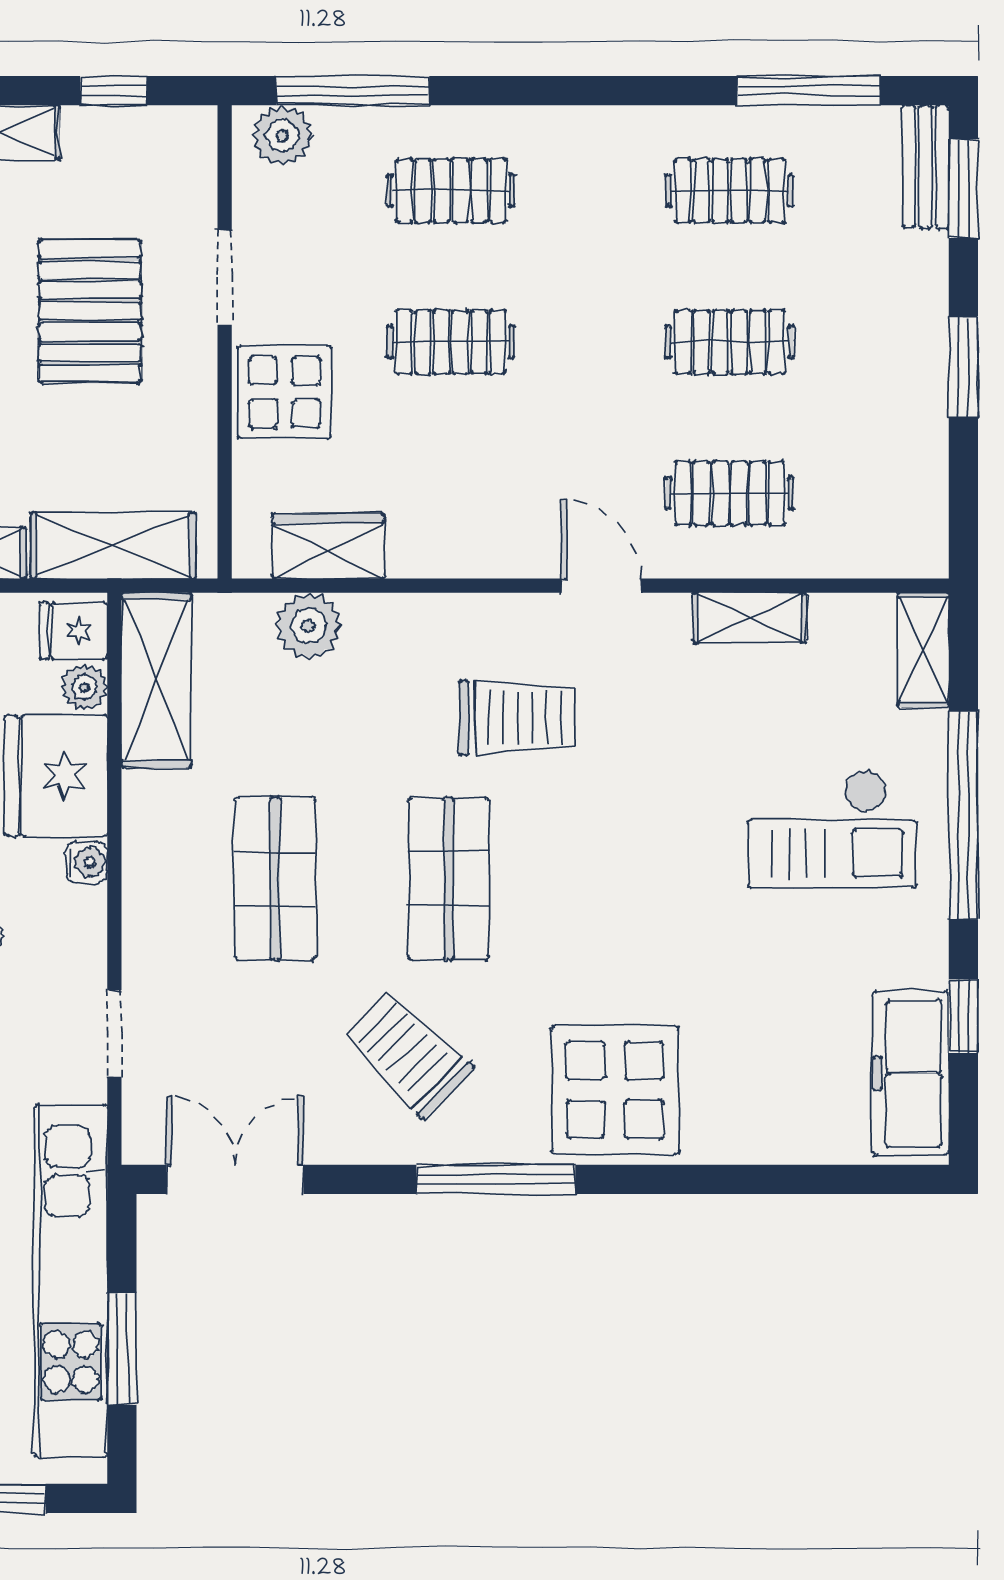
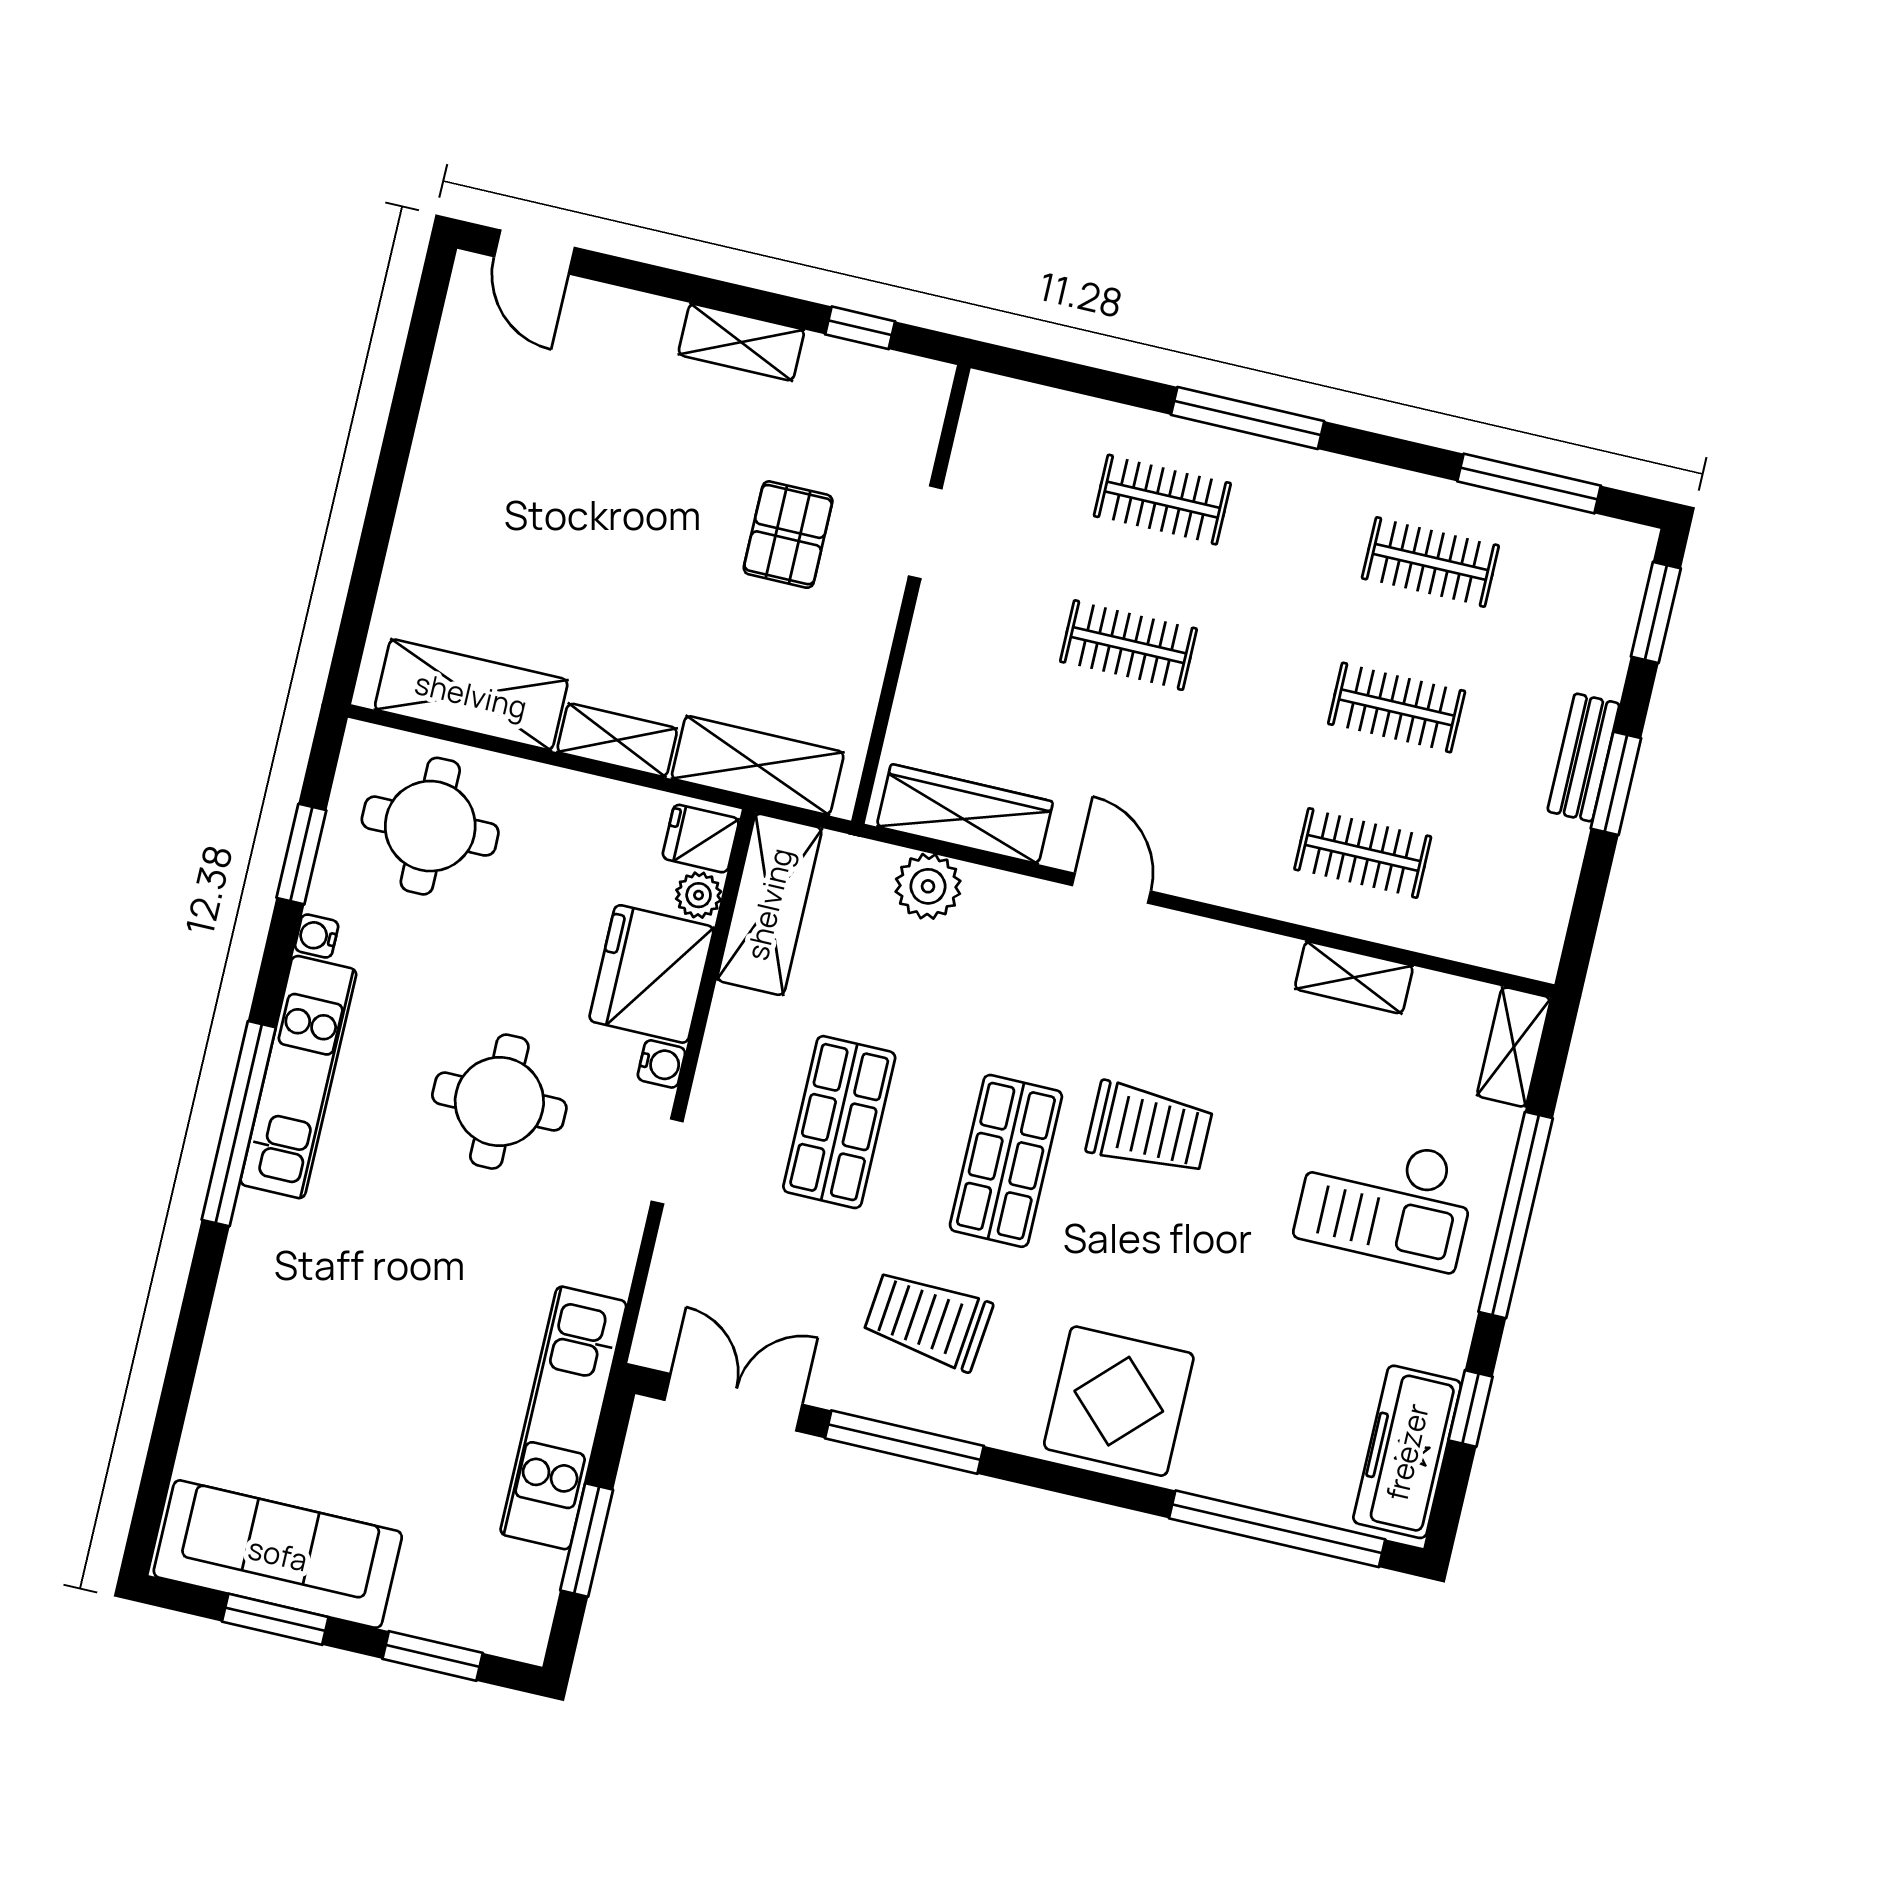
window: (353, 91) -> (1248, 418), moved
plant: (282, 135) -> (1012, 409), removed
bench: (925, 167) -> (1583, 757), moved
pallet: (90, 311) -> (788, 535), width x0.67, depth x0.71
display table: (284, 392) -> (957, 656), removed
wardrobe: (328, 546) -> (965, 814), width x1.50
door: (601, 586) -> (1111, 888), moved
trolley: (517, 718) -> (1149, 1128), moved
doorway: (114, 1033) -> (667, 1161), moved
trolley: (408, 1053) -> (928, 1320), turned -39
window: (496, 1179) -> (904, 1442), moved
window: (800, 1179) -> (1277, 1529), added
kitchen unit: (71, 1281) -> (563, 1418), width x0.73

